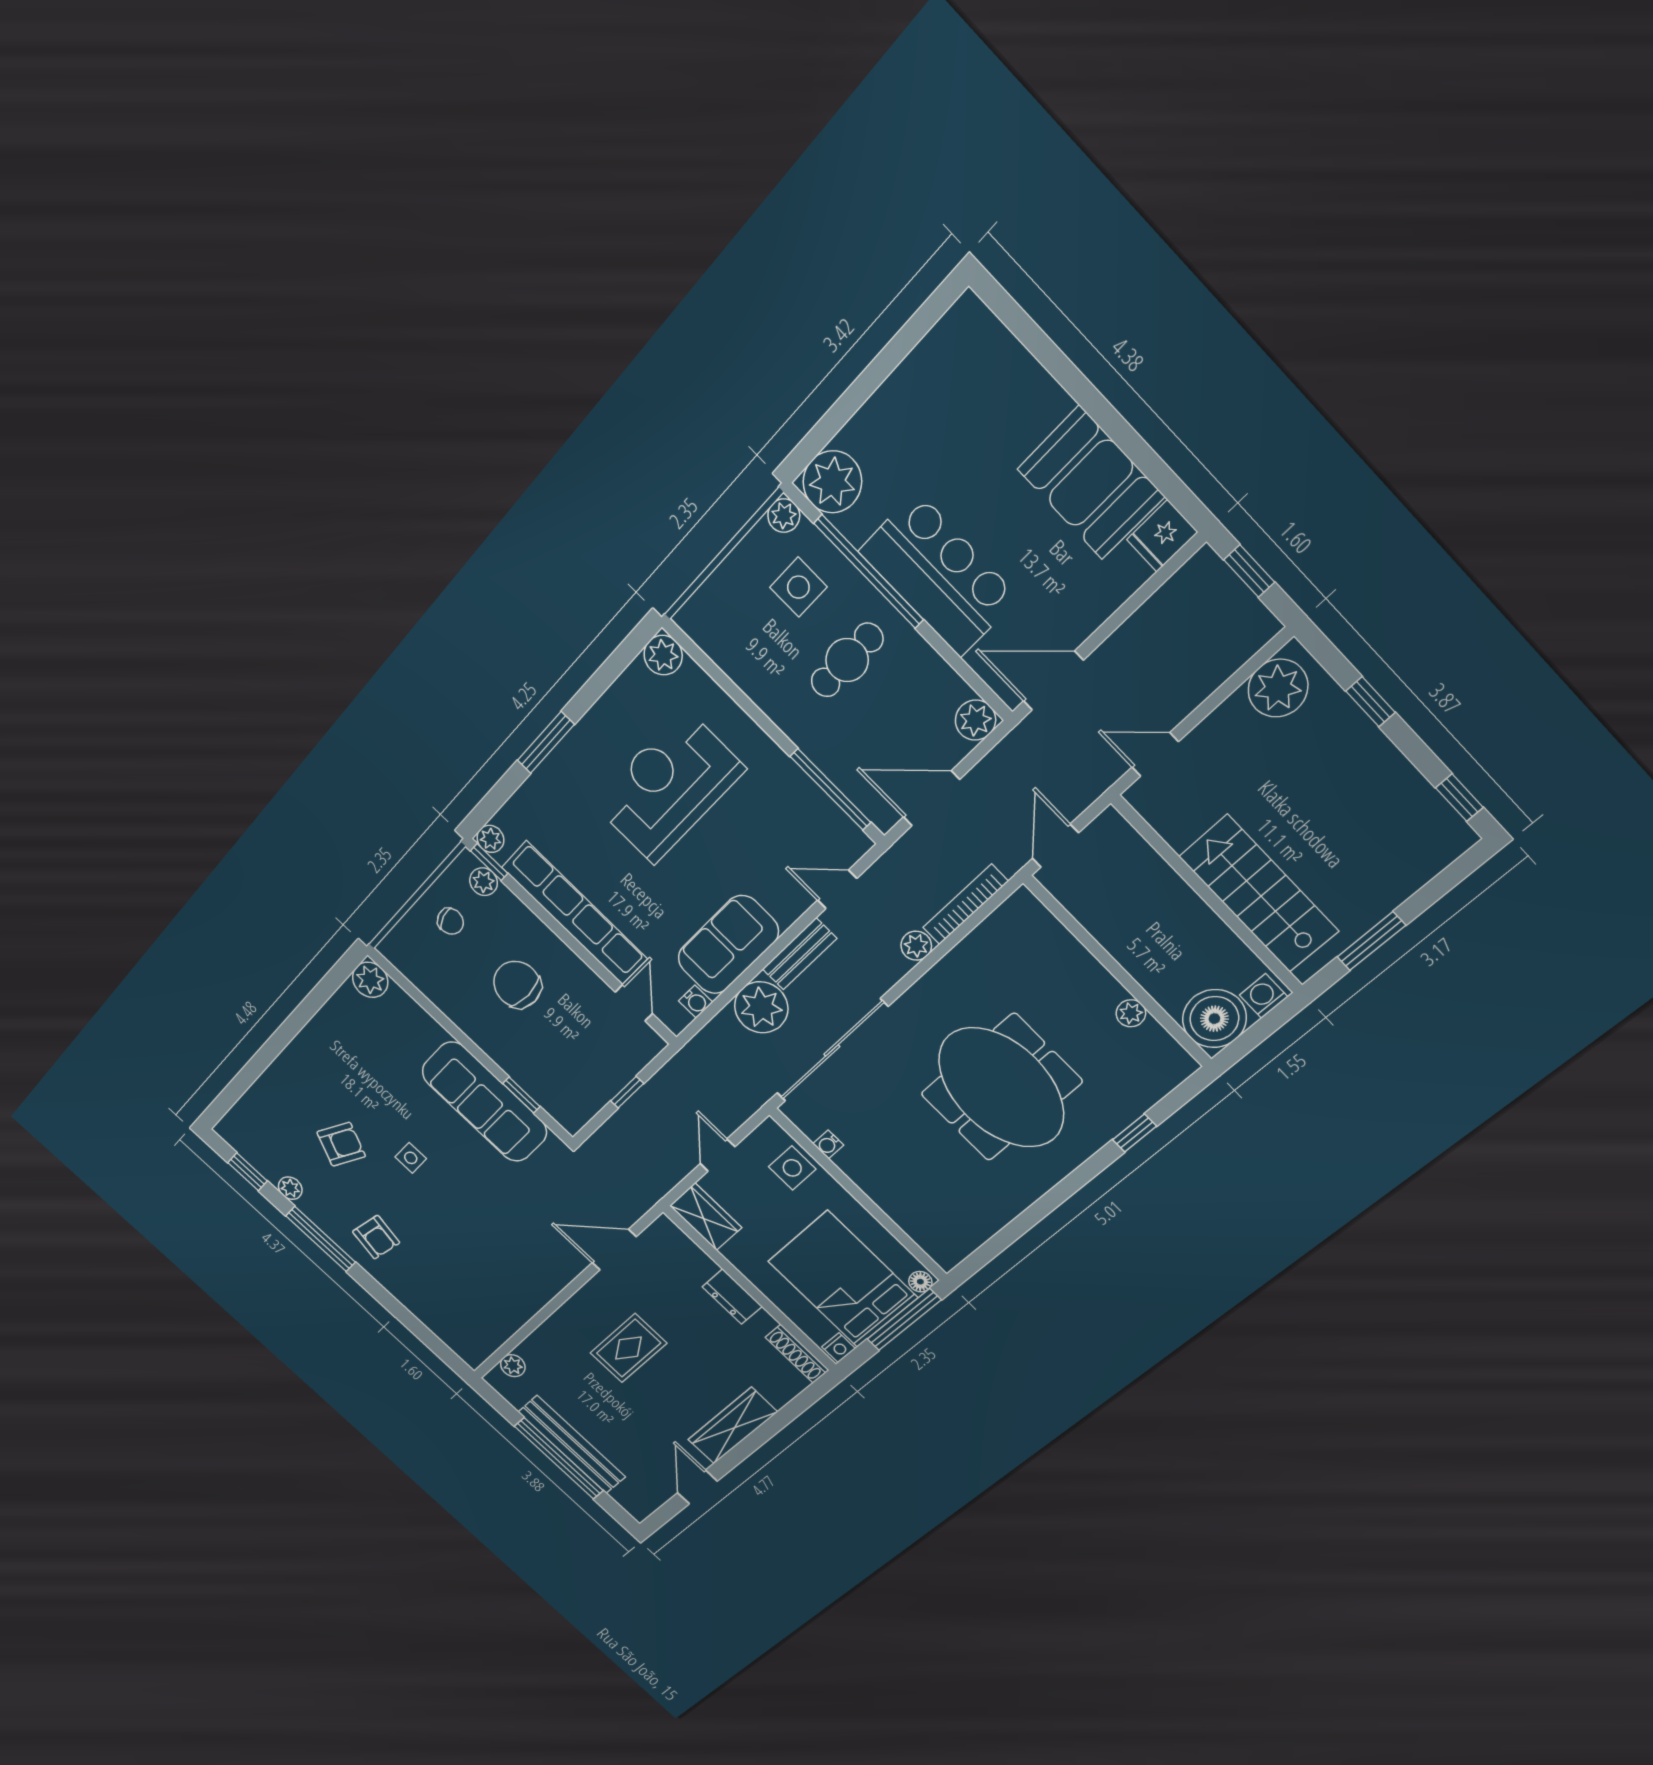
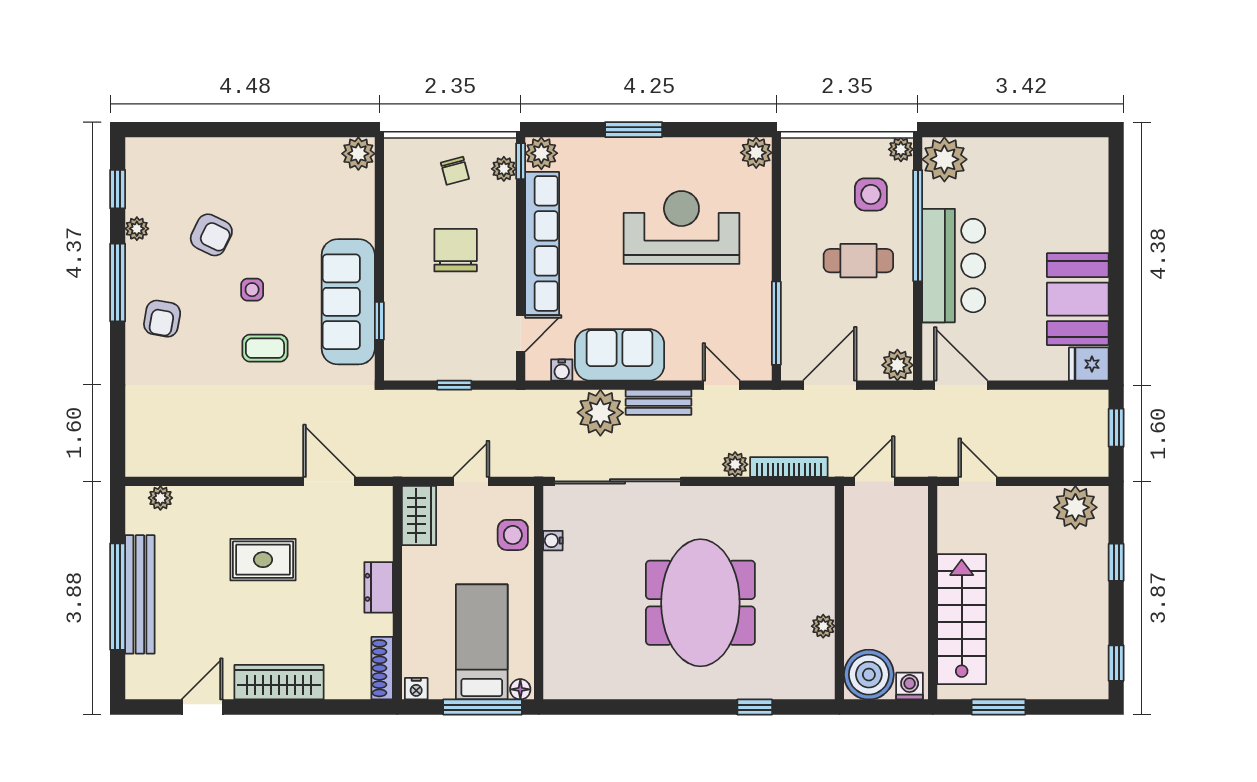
door: (931, 798) -> (830, 385), hinge flipped
plant: (490, 839) -> (541, 153), width x1.38, depth x1.38
coffee table: (466, 1193) -> (265, 348), added
bed: (843, 1279) -> (482, 642), width x0.67

